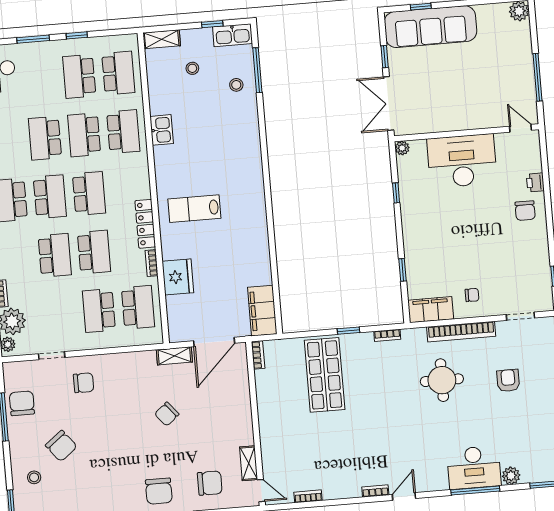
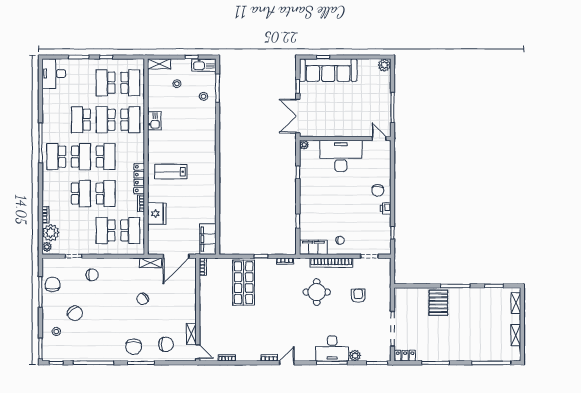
printer: (535, 182) -> (386, 208), moved

